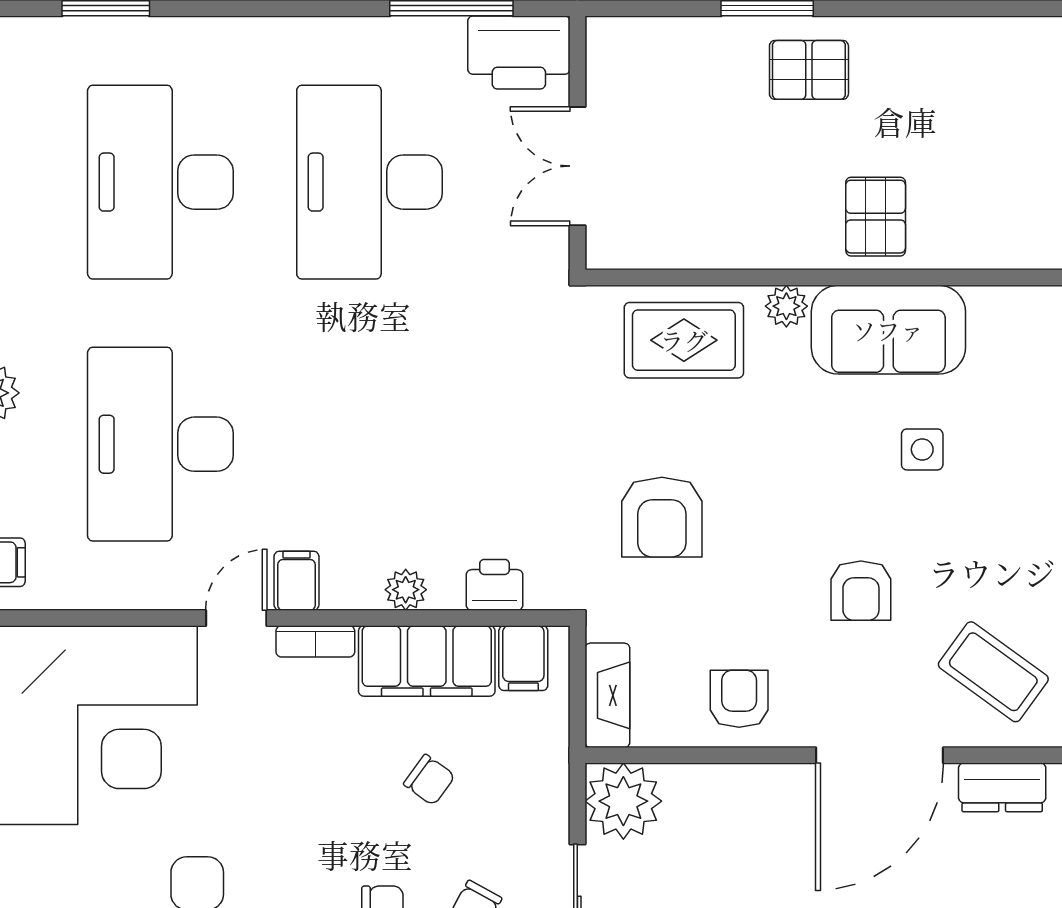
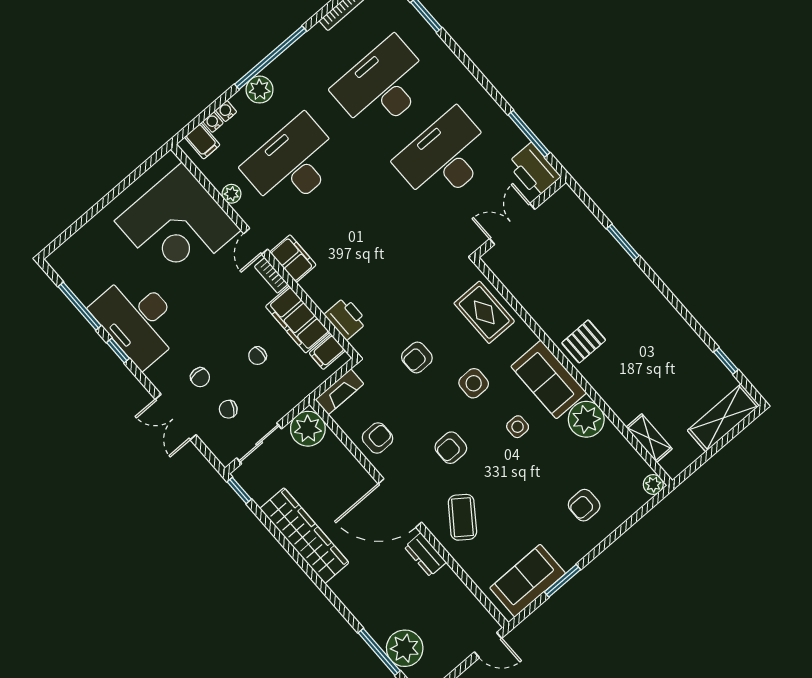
pallet: (809, 70) -> (614, 275), removed
plant: (786, 306) -> (586, 419), moved, width x1.88, depth x1.88
side table: (787, 460) -> (474, 383), added
armchair: (662, 517) -> (417, 357), width x0.72, depth x0.72
filing cabinet: (296, 581) -> (293, 259), width x2.00
printer: (494, 585) -> (346, 318), width x1.36, depth x1.24
plant: (406, 590) -> (231, 194), moved
door: (236, 618) -> (256, 241), swing flipped
chair: (429, 780) -> (257, 356), turned 54

